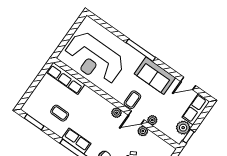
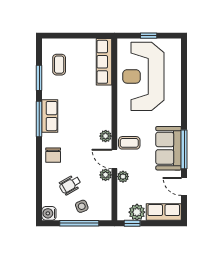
window: (69, 36) -> (149, 36), added
window: (141, 50) -> (184, 149), moved
coffee table: (60, 113) -> (59, 65), moved
window: (34, 122) -> (39, 78), moved

